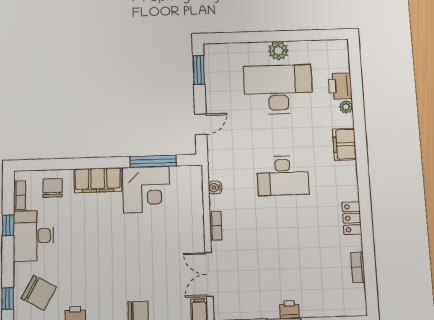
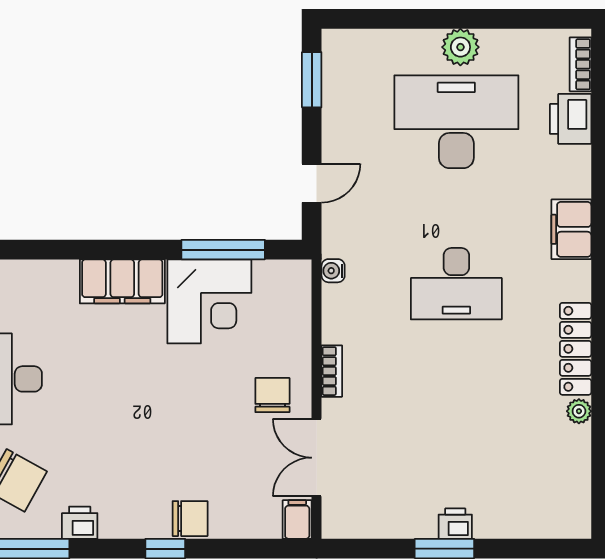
plant: (346, 107) -> (579, 411), moved
chair: (53, 188) -> (272, 395), moved
water cooler: (215, 188) -> (333, 271), moved
locker: (352, 218) -> (576, 349), width x1.53
bookcase: (358, 267) -> (580, 64), moved

